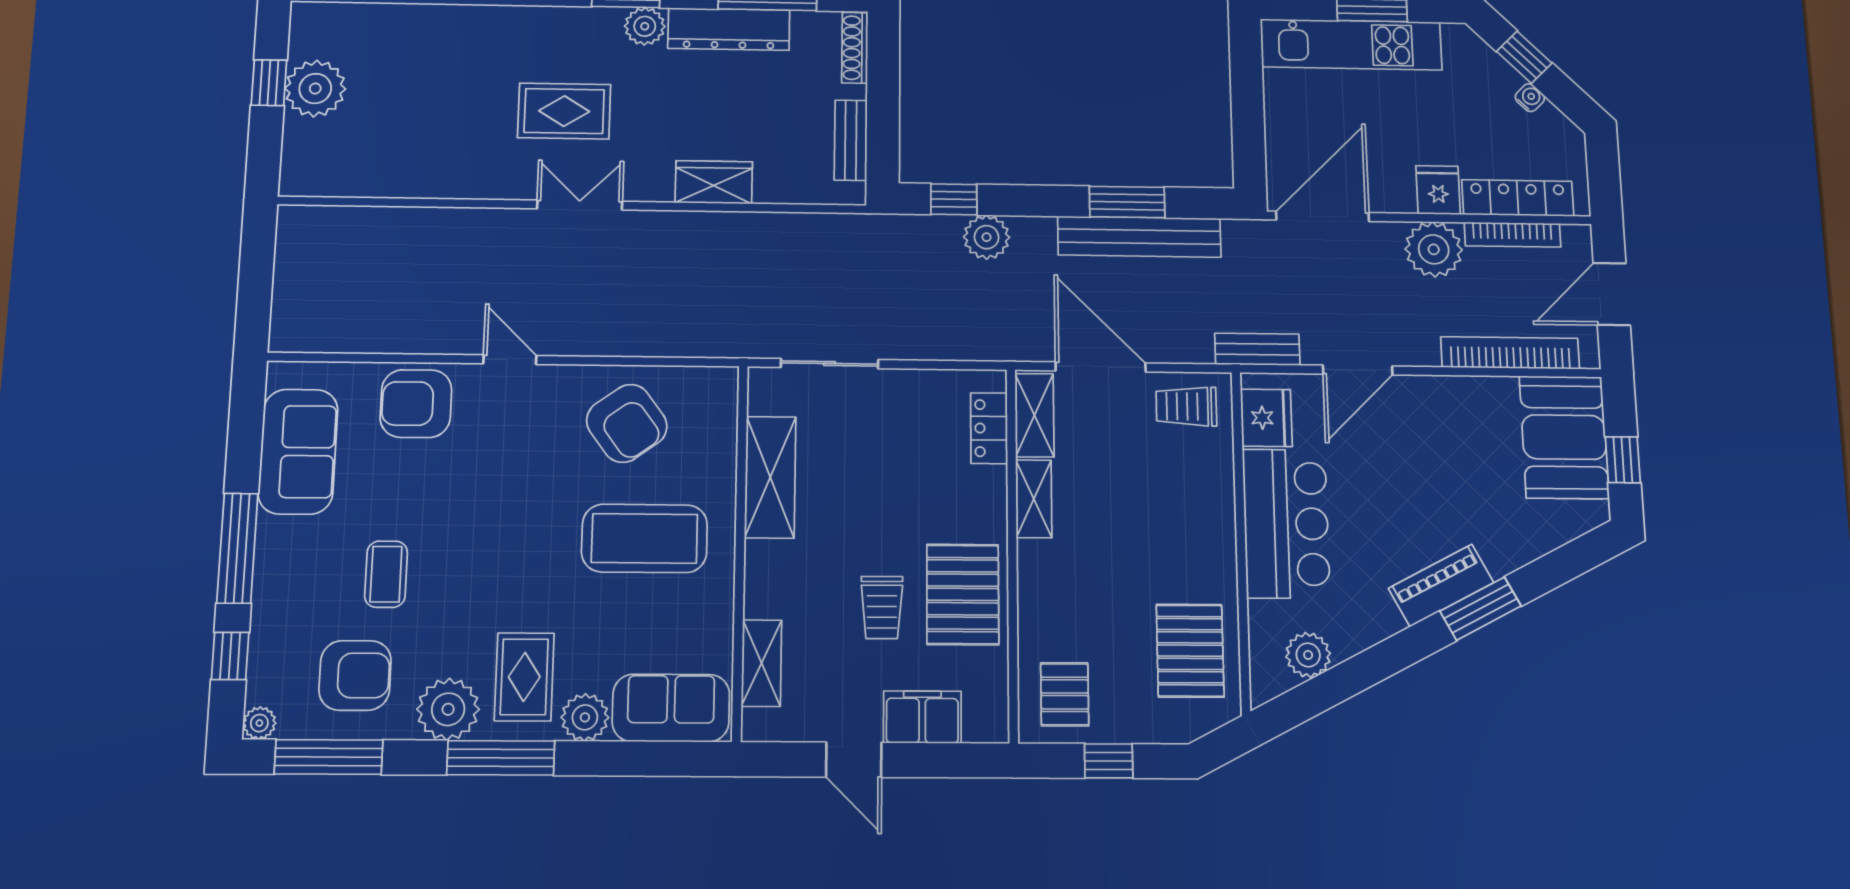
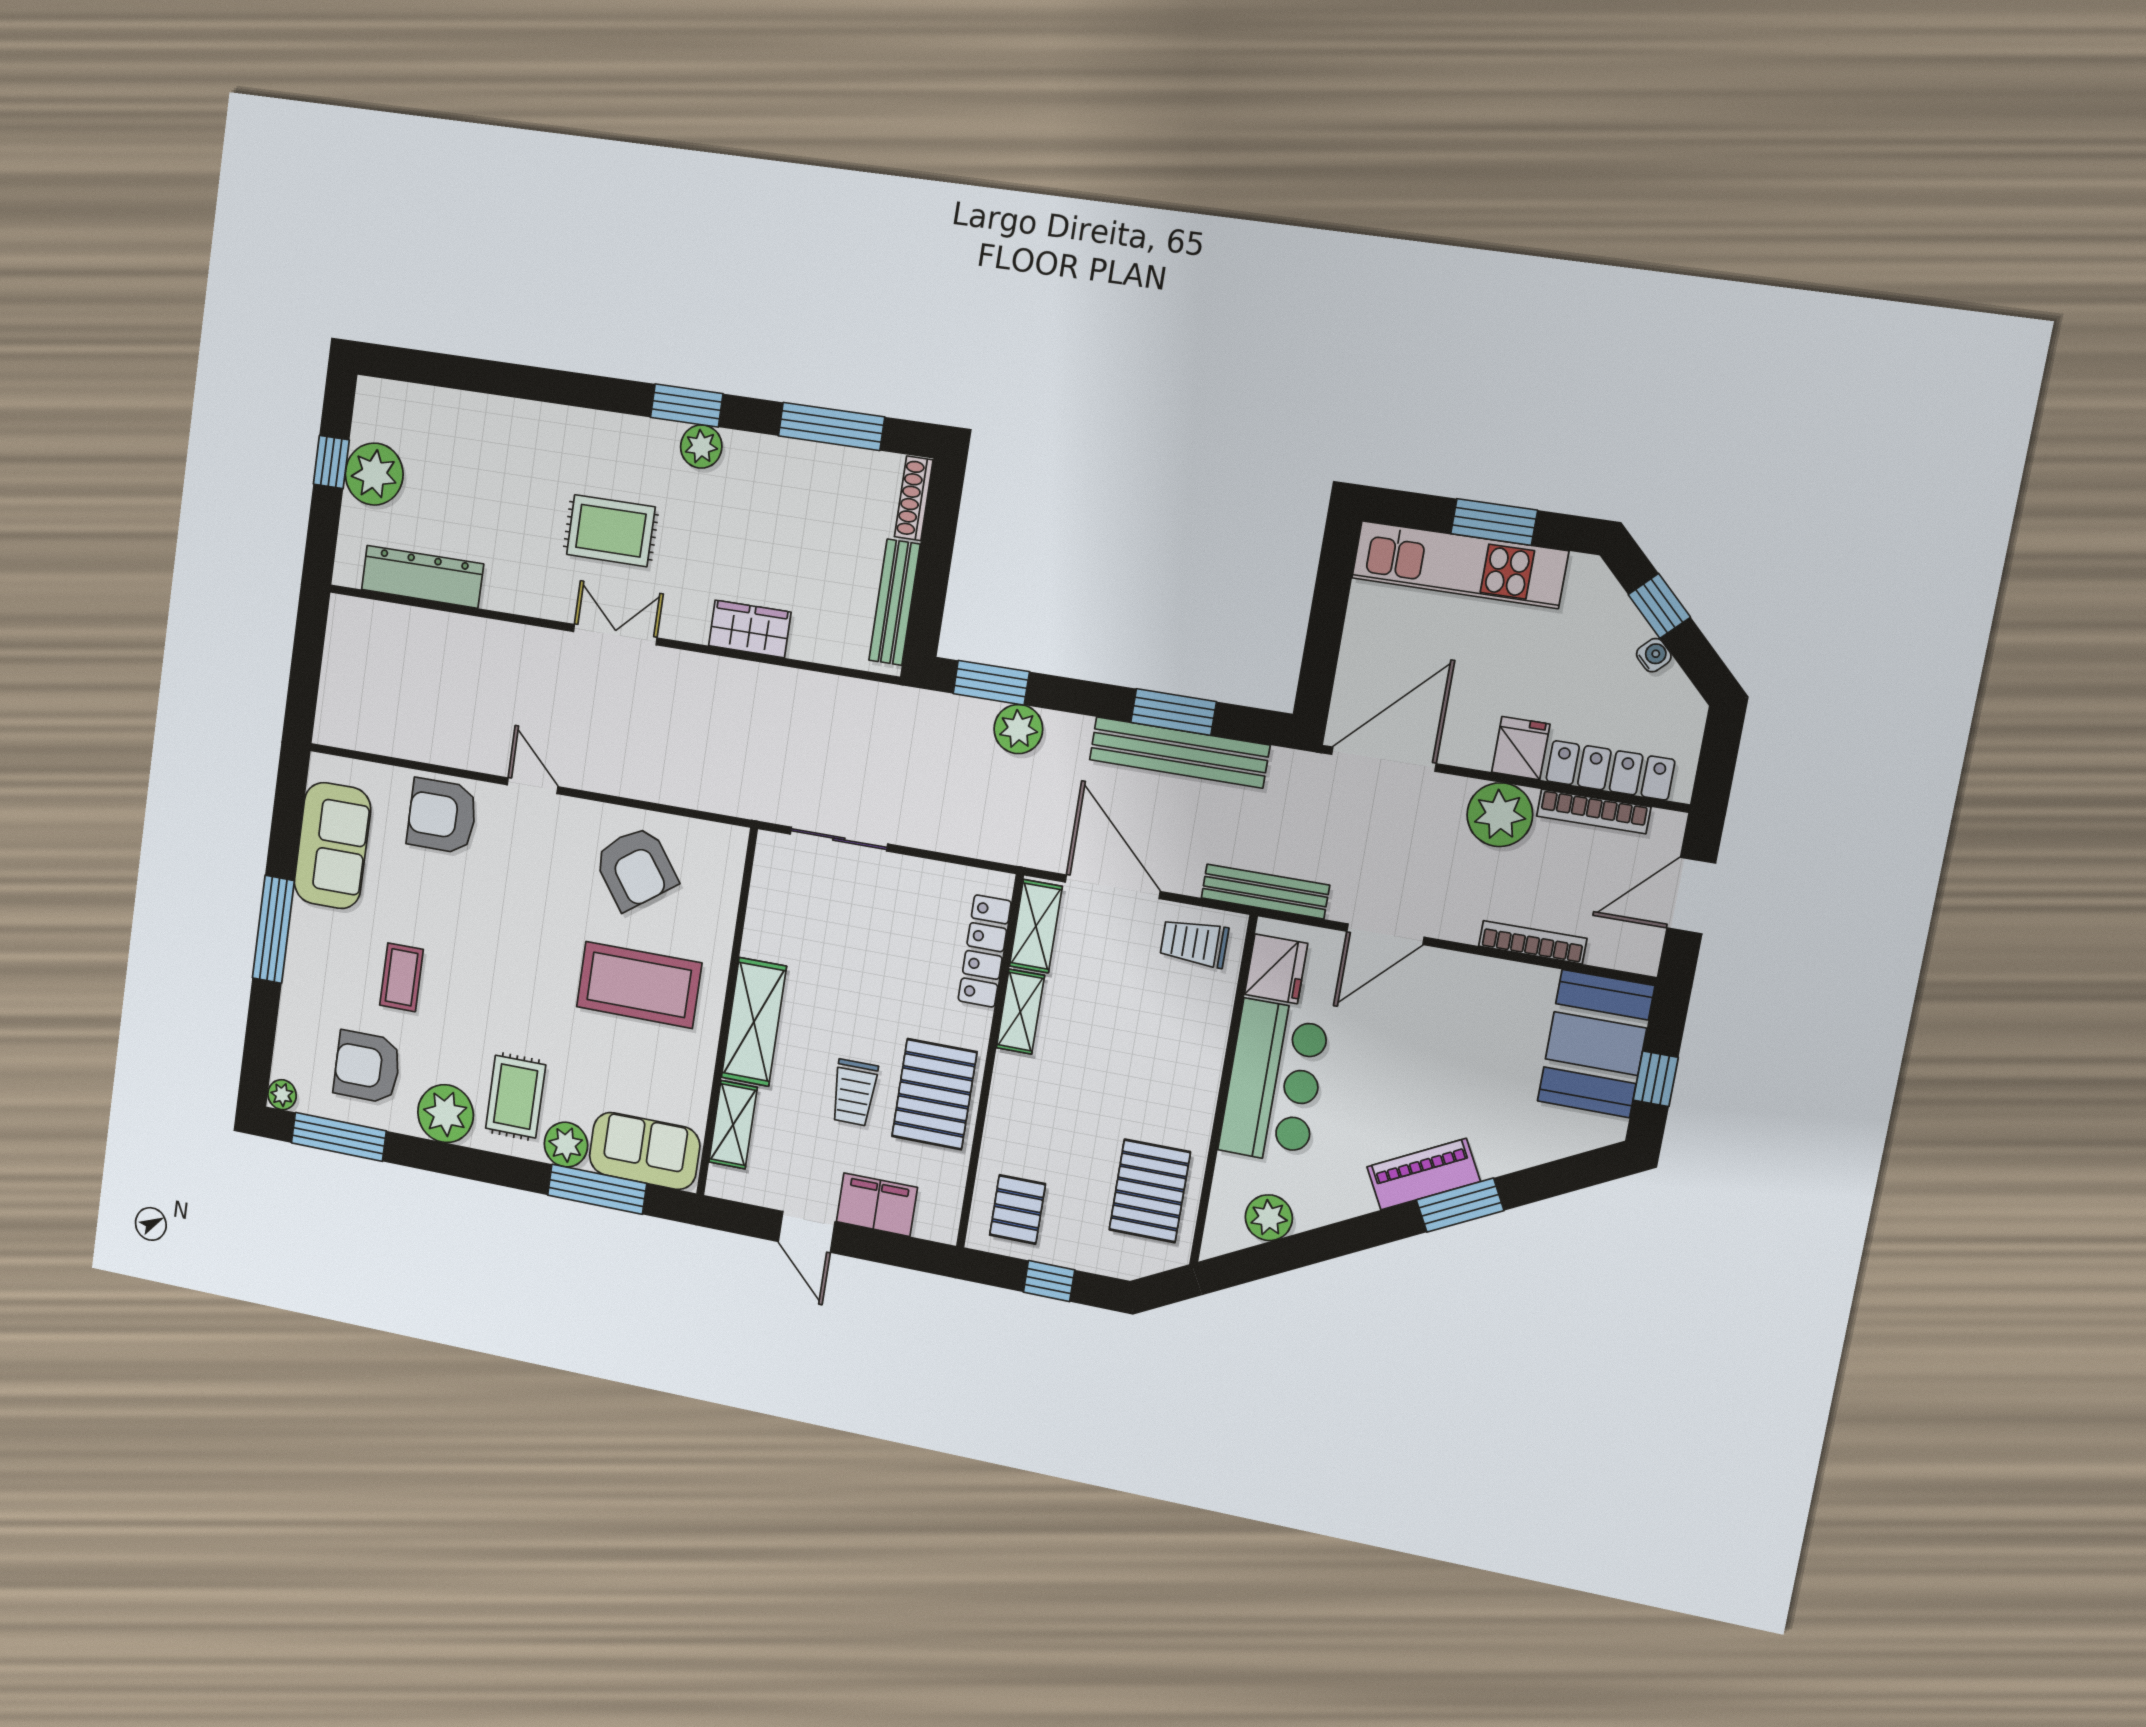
dresser: (729, 29) -> (422, 577), moved, turned 180
bench: (851, 140) -> (894, 602), width x1.36
window: (954, 199) -> (991, 683), width x1.50
bench: (1257, 349) -> (1265, 892), width x1.36
bookcase: (1510, 353) -> (1533, 942), width x0.68, depth x0.76
locker: (989, 428) -> (985, 951), width x1.53
shelving: (770, 477) -> (754, 1022), moved
window: (230, 656) -> (261, 1029), removed
armchair: (355, 675) -> (367, 1067), turned 180
window: (501, 758) -> (597, 1189), moved

